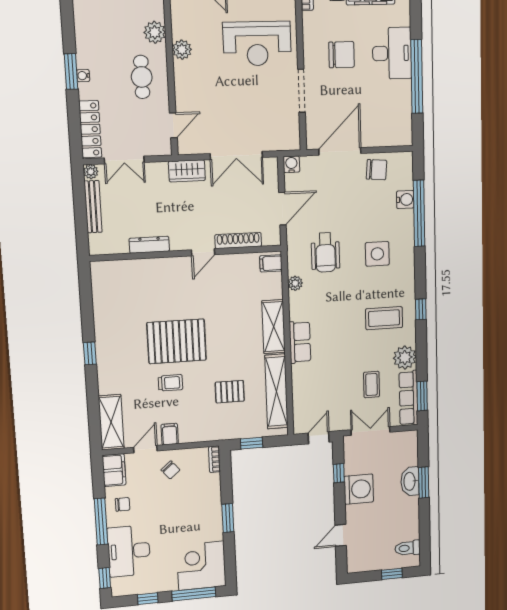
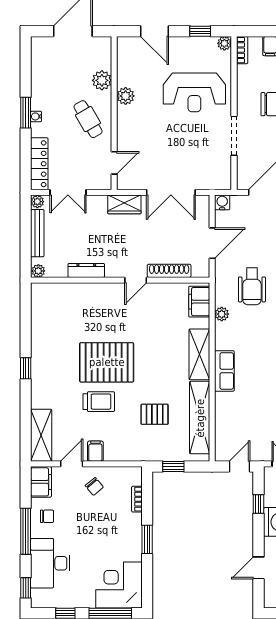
cafe table: (142, 77) -> (88, 119), turned -30
plant: (97, 248) -> (38, 271), added
filing cabinet: (271, 263) -> (199, 302), width x2.00
trolley: (170, 383) -> (99, 402), width x1.36, depth x1.39
bookcase: (214, 459) -> (137, 499), moved

